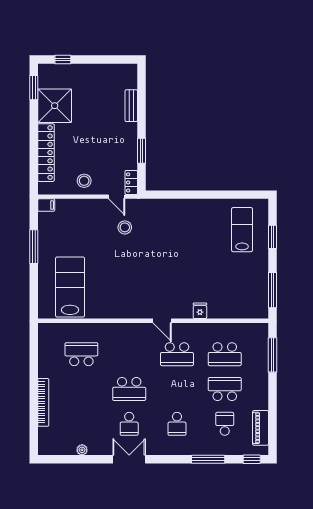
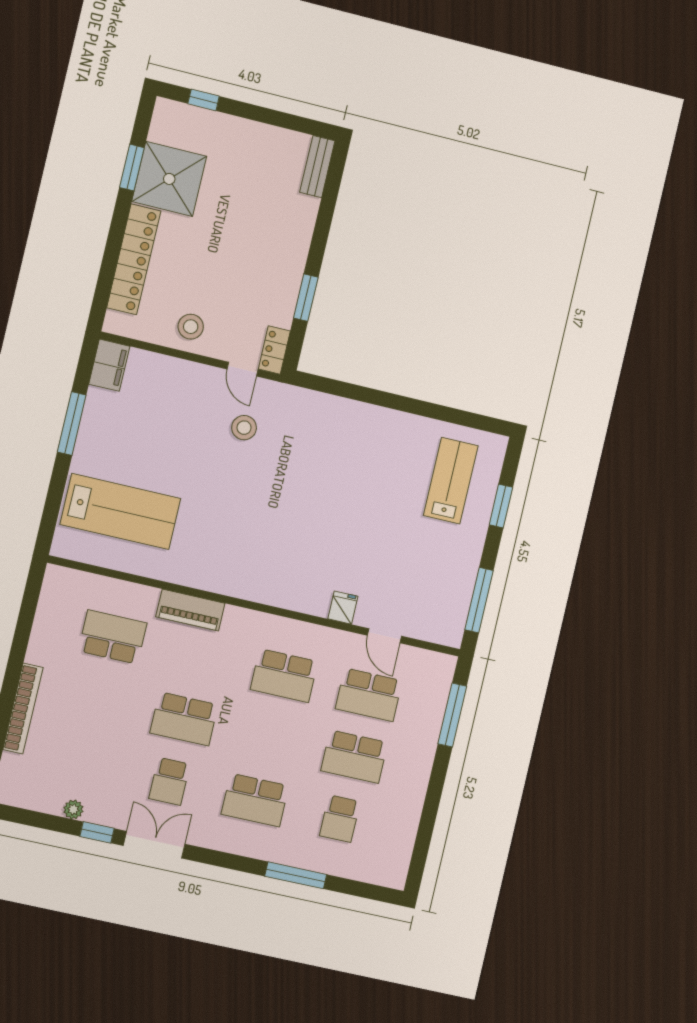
window: (34, 88) -> (132, 168), moved
bench: (131, 106) -> (317, 167), moved
filing cabinet: (46, 205) -> (109, 365), width x2.00
lab bench: (70, 287) -> (120, 511), turned 90
door: (162, 321) -> (384, 636), moved
school desk: (225, 389) -> (354, 757), turned 180
school desk: (177, 424) -> (255, 800), width x1.85
school desk: (225, 424) -> (340, 819), turned 180
piano: (261, 428) -> (190, 610), moved, turned -90
window: (252, 459) -> (97, 832), moved

